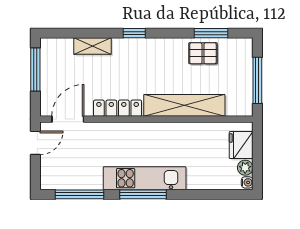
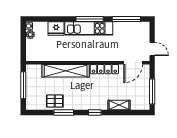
window: (211, 33) -> (64, 113), moved
door: (35, 143) -> (152, 49), swing flipped
fridge: (241, 145) -> (56, 28), moved, turned 90

